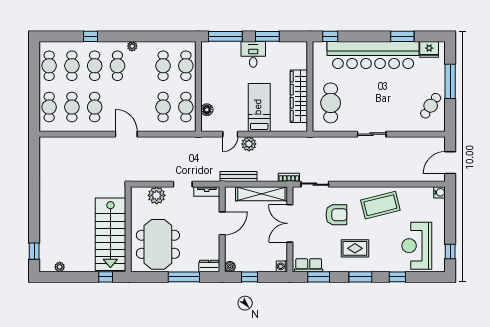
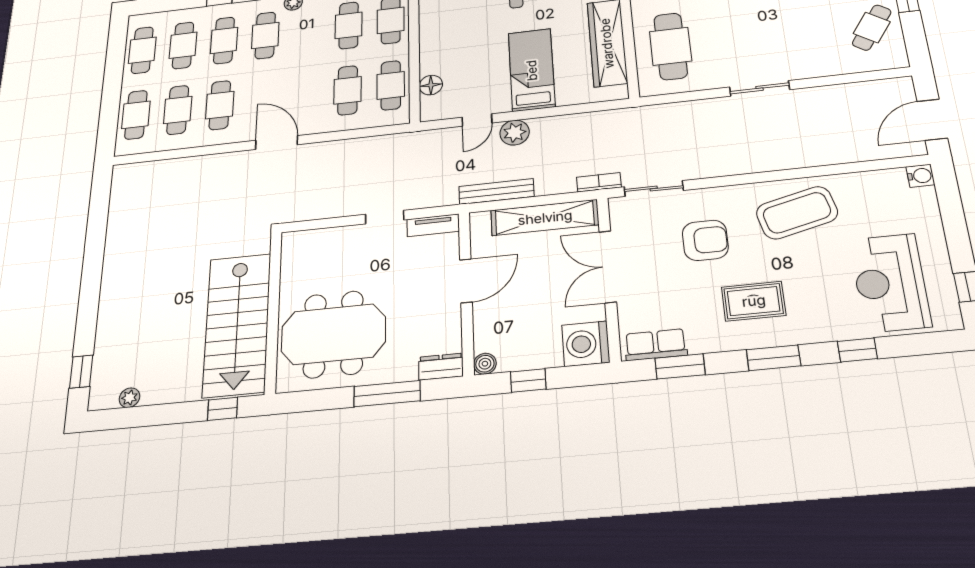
plant: (157, 195) -> (332, 243), removed
meeting table: (158, 244) -> (333, 334), turned 90
washing machine: (282, 266) -> (586, 344), width x1.89, depth x1.89

